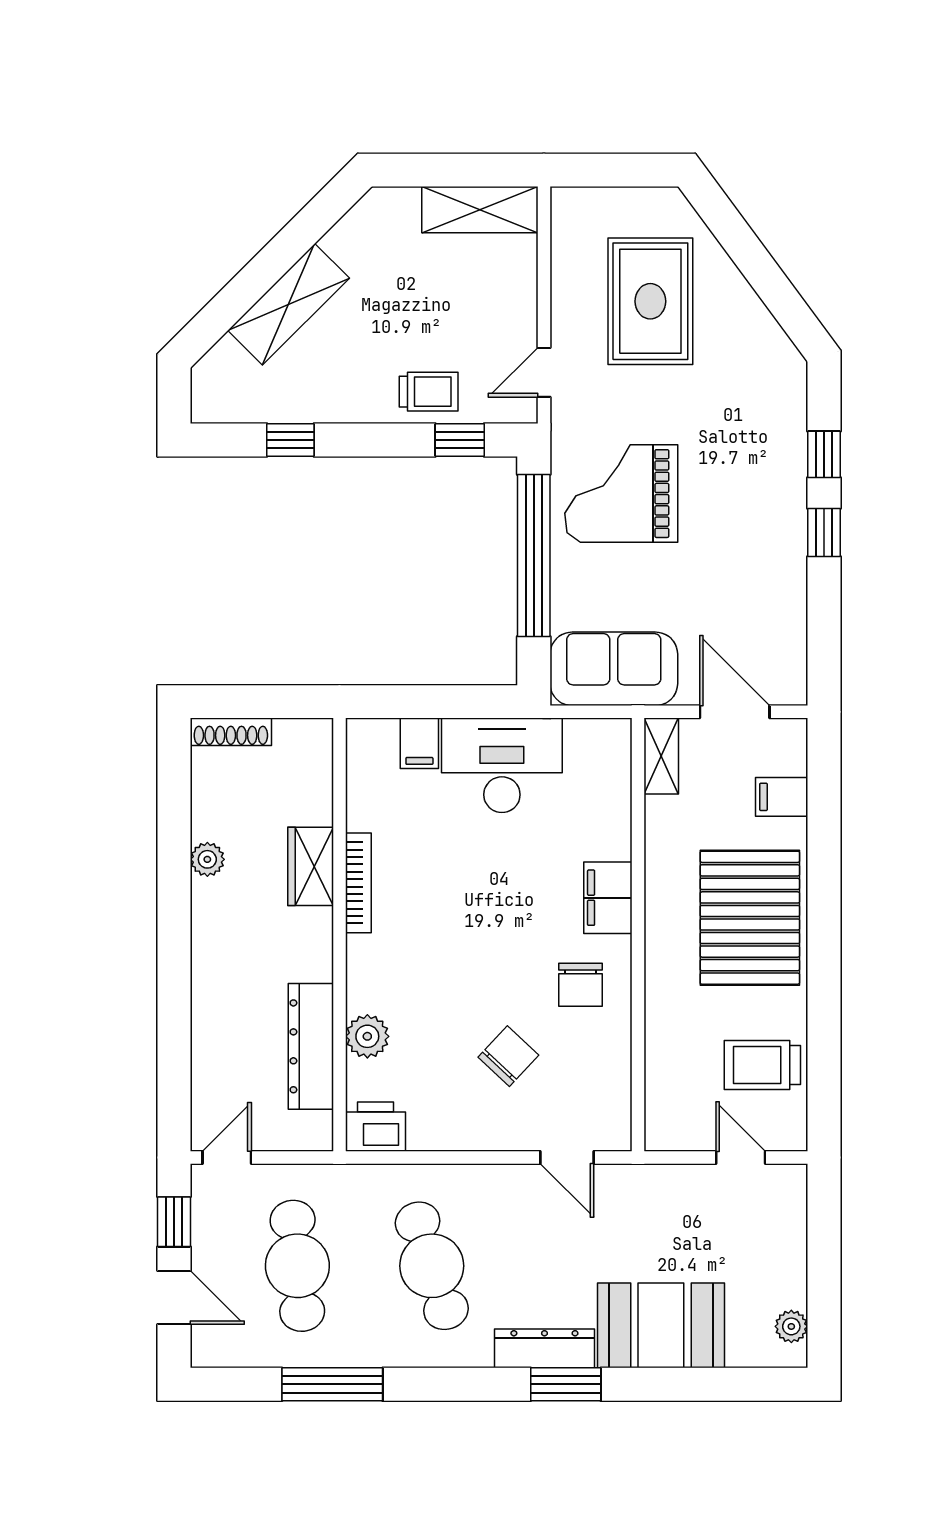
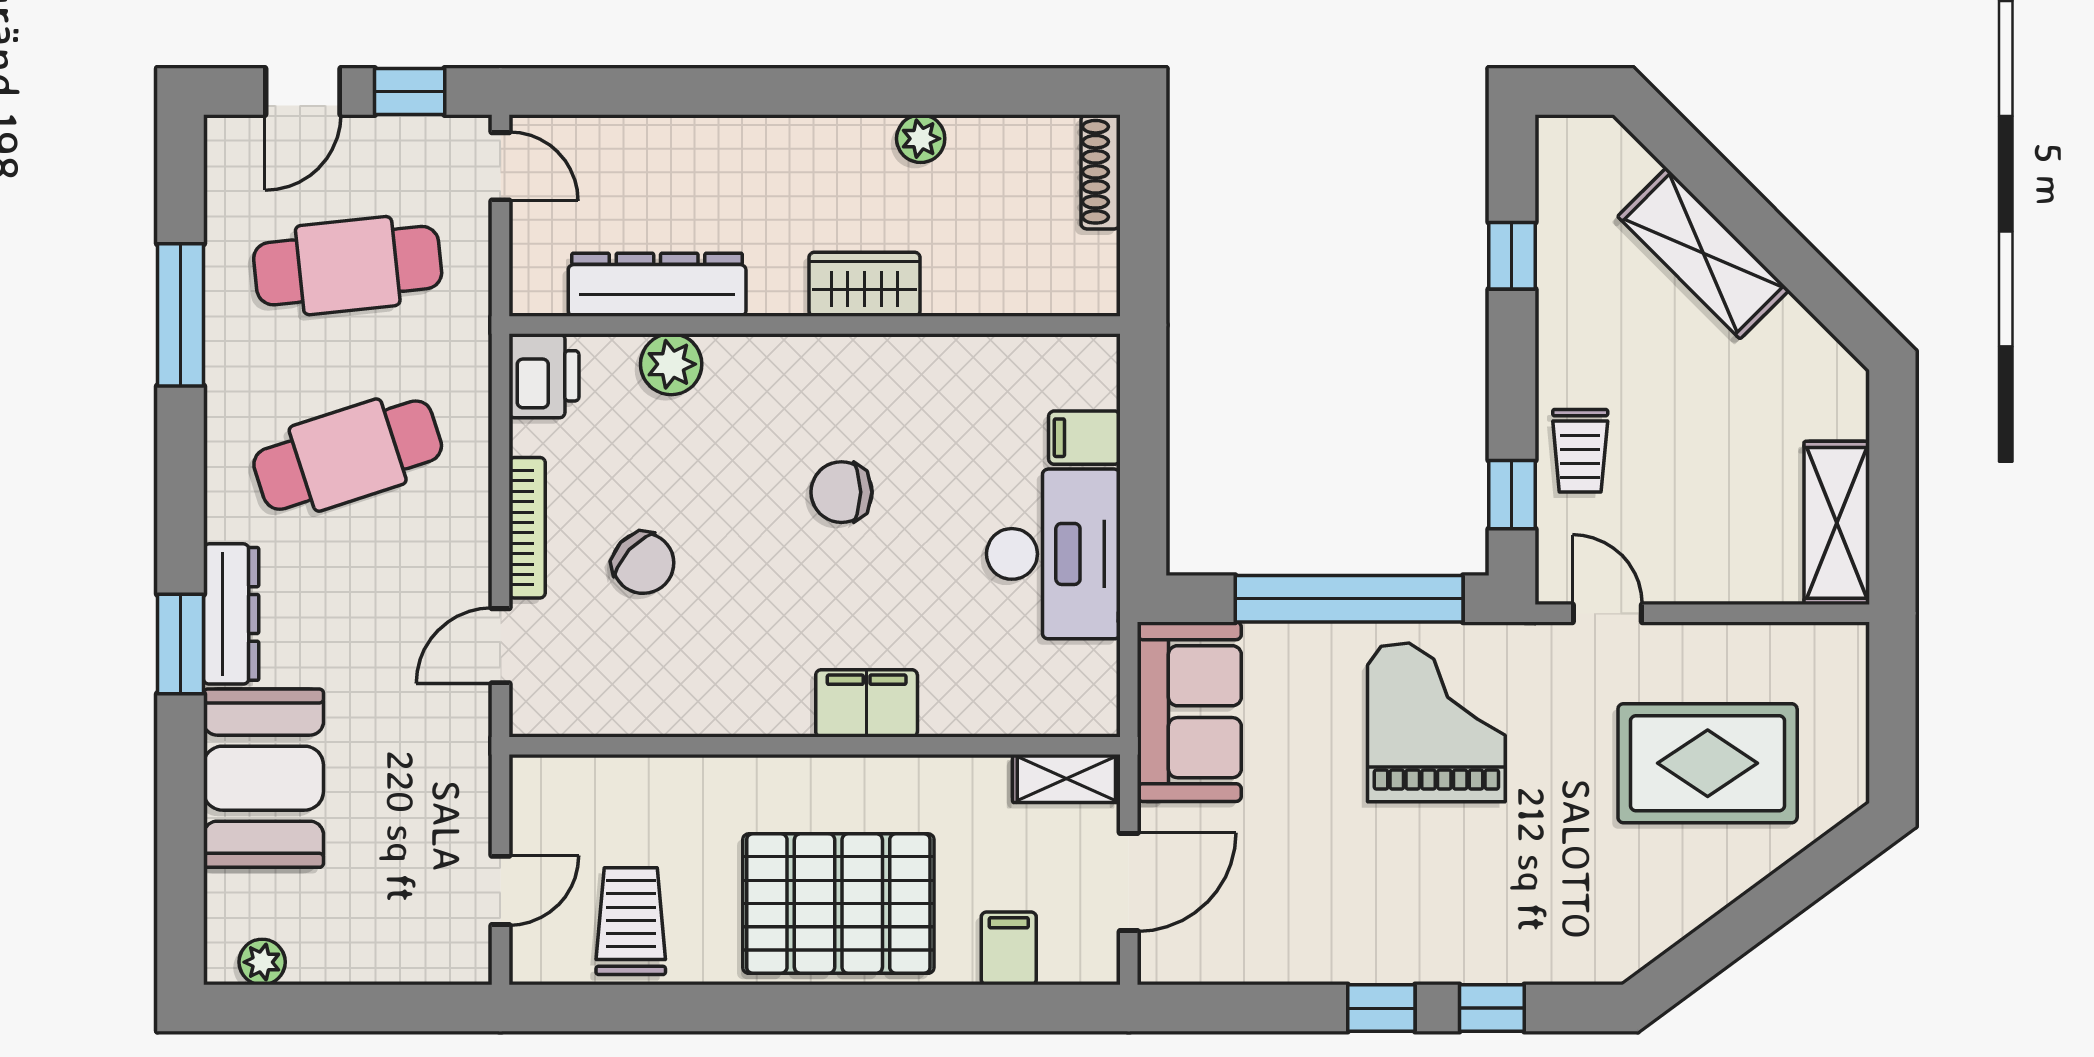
wardrobe: (311, 866) -> (864, 284), moved
bookcase: (358, 883) -> (527, 528), moved, turned -90
chair: (581, 985) -> (841, 492), moved

